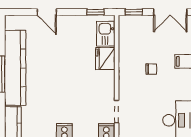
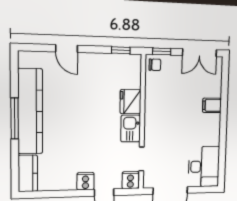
kitchen sink: (106, 34) -> (131, 128), moved
chair: (151, 69) -> (155, 65), moved

